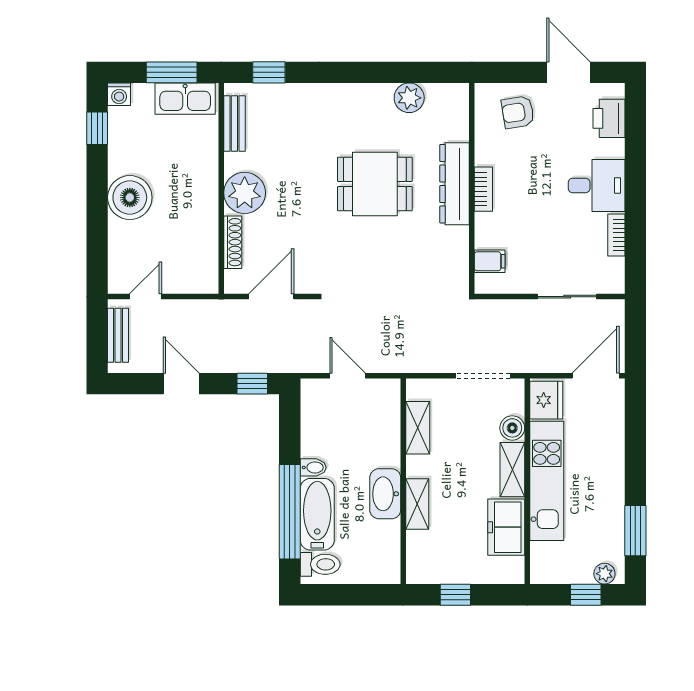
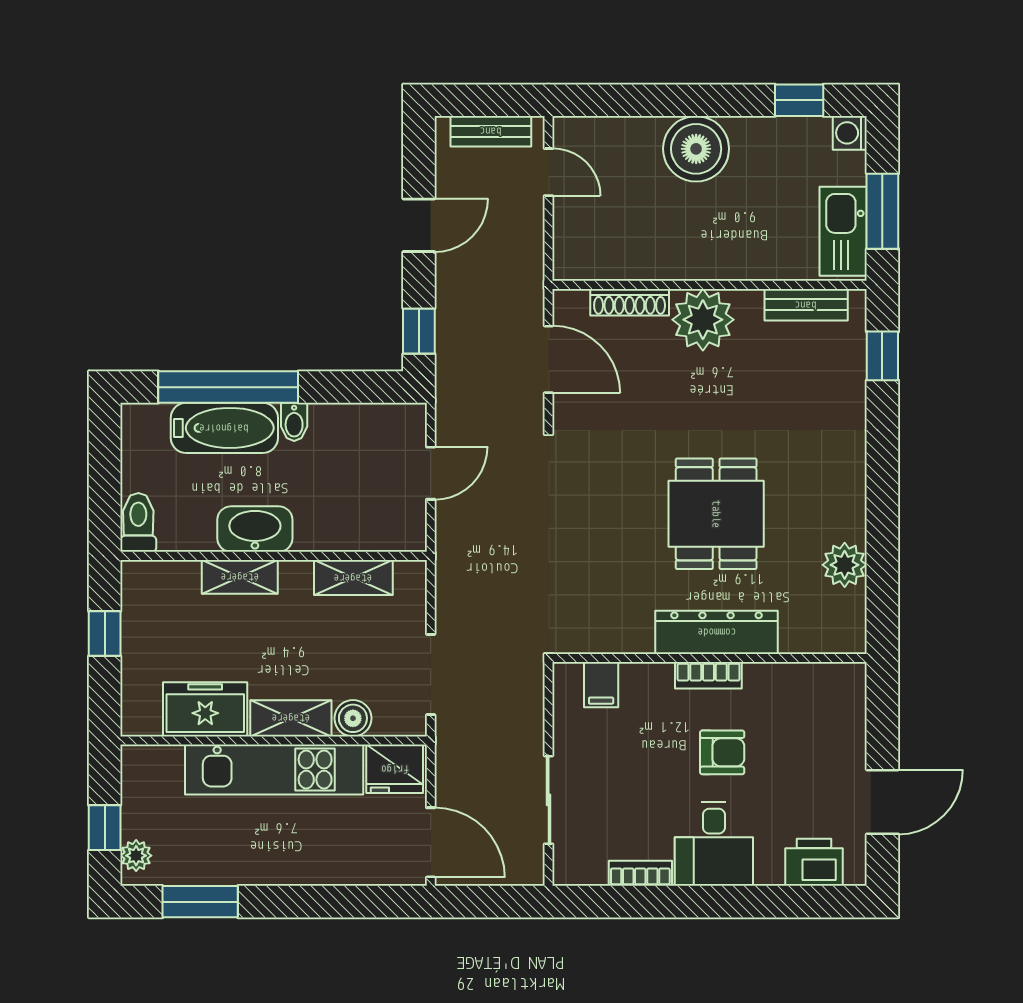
armchair: (518, 112) -> (722, 752), moved, turned 99
toilet: (320, 564) -> (138, 522), moved, turned 180

